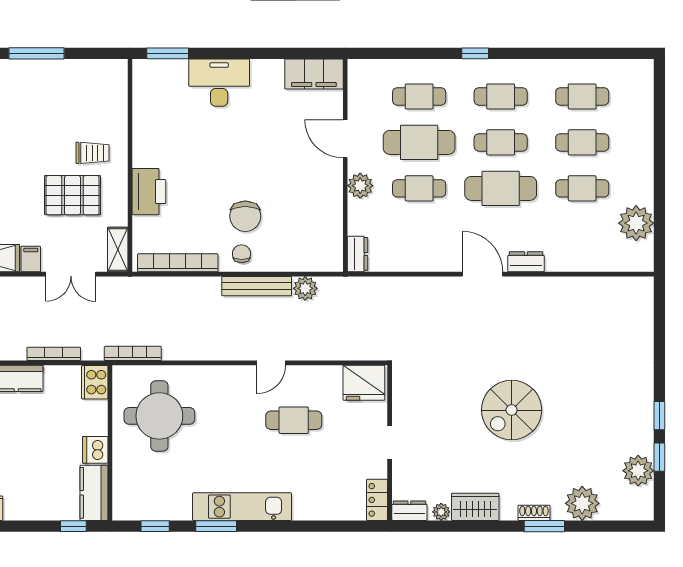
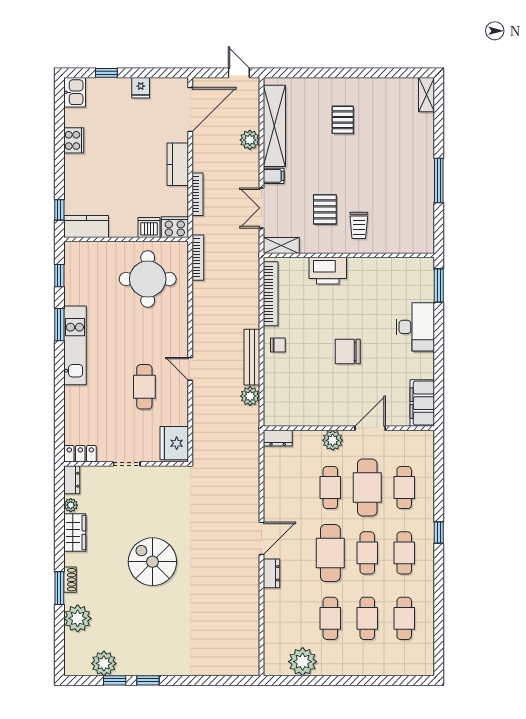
pallet: (73, 195) -> (325, 209), width x0.67, depth x0.71
chair: (245, 216) -> (348, 352), moved
dishwasher: (95, 450) -> (149, 228), moved

